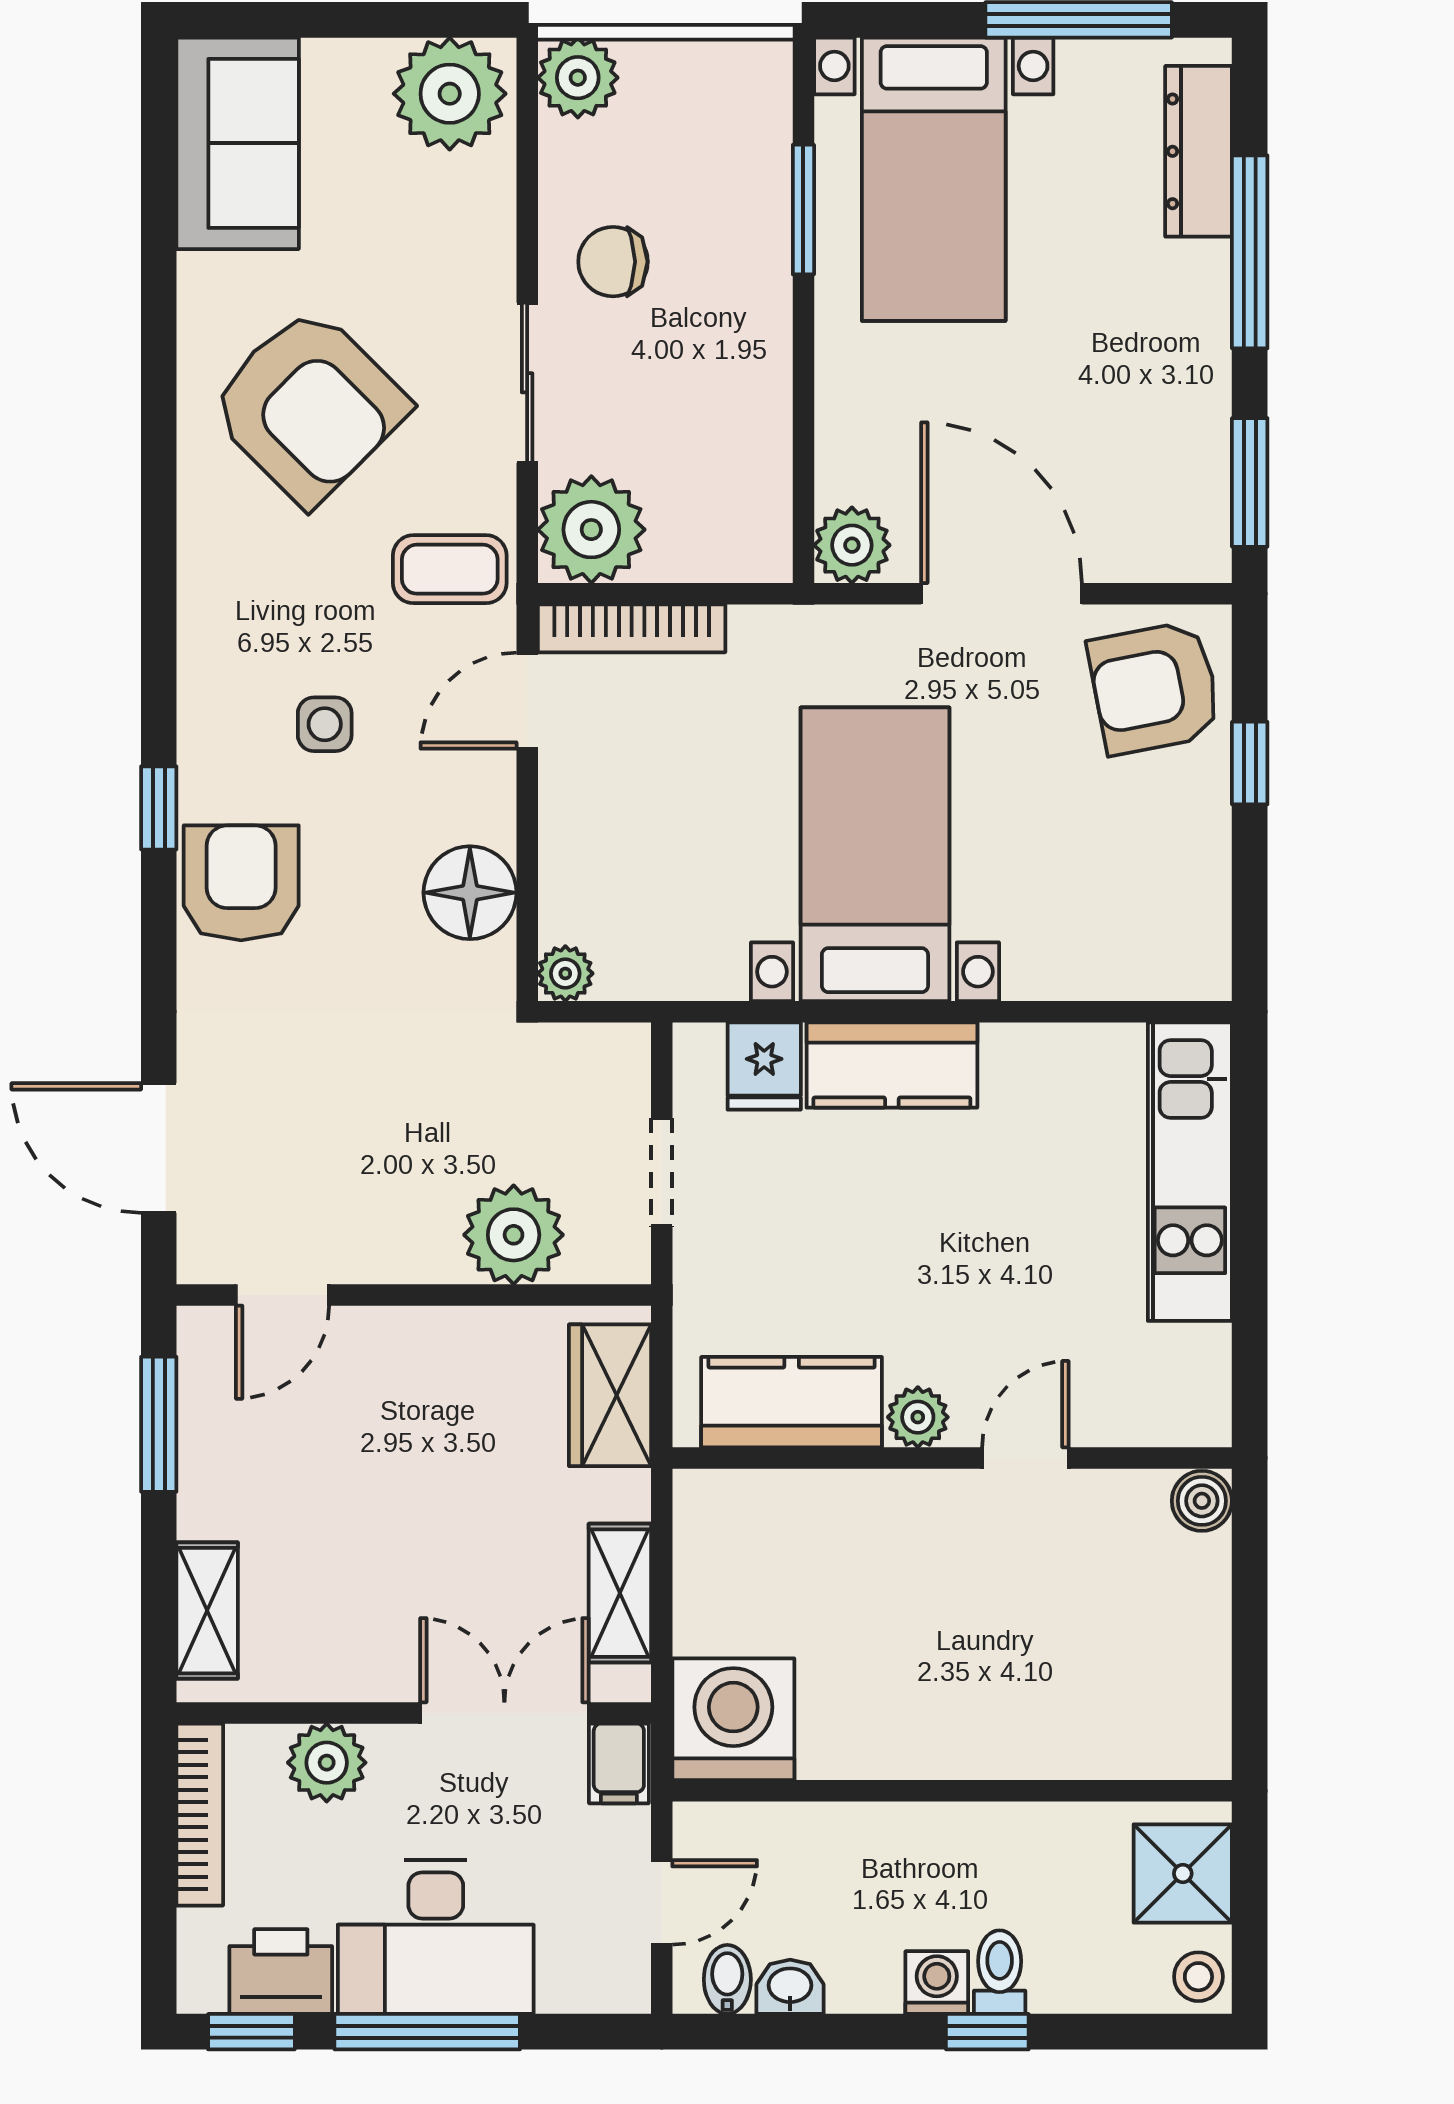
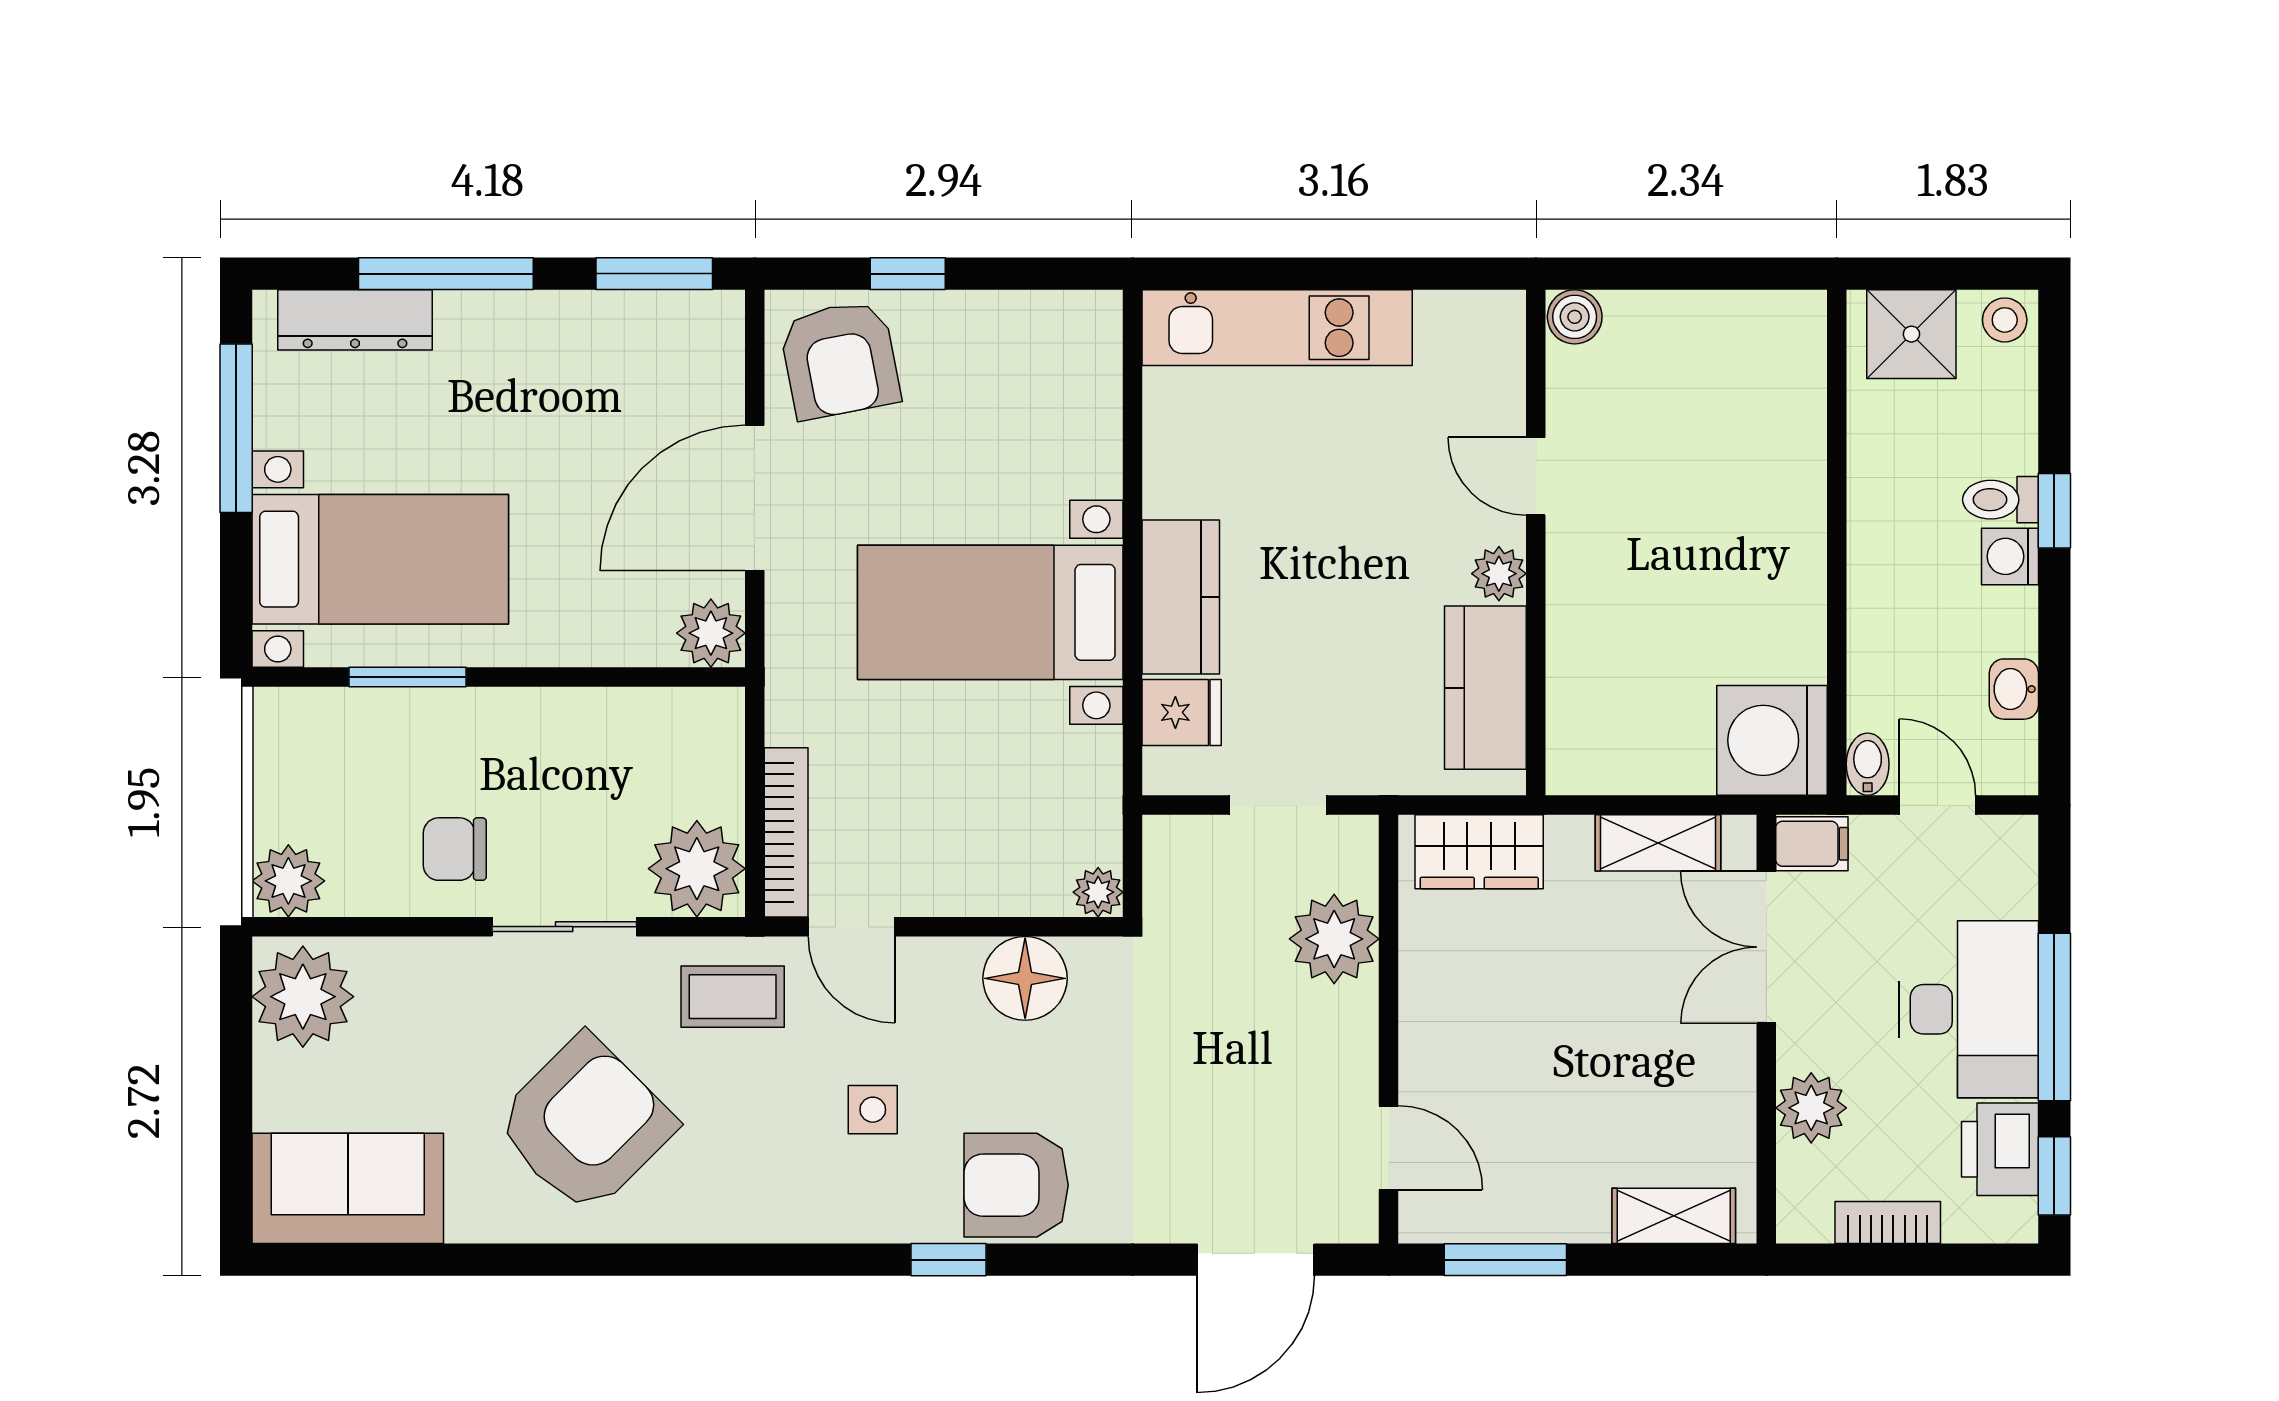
chair: (613, 262) -> (455, 849), turned 90
coffee table: (450, 569) -> (733, 997), turned 90
bookcase: (200, 1815) -> (1888, 1223), width x0.64
bidet: (727, 1979) -> (1868, 764), moved, turned 90

